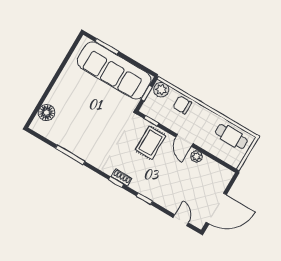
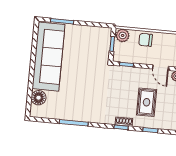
sofa: (114, 70) -> (48, 57), moved, turned -90
rug: (151, 143) -> (147, 102), moved

